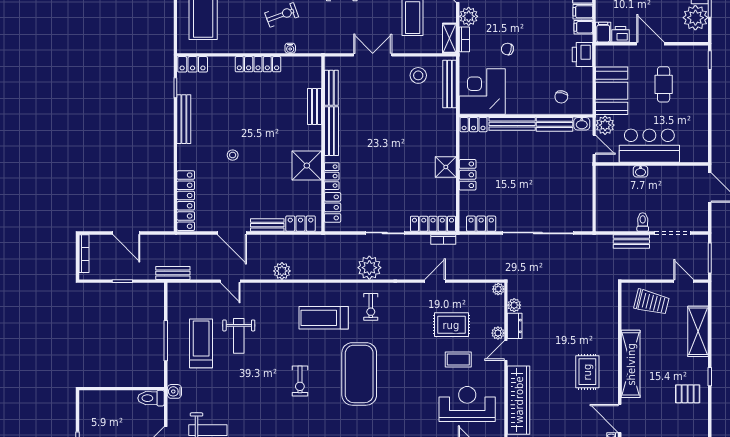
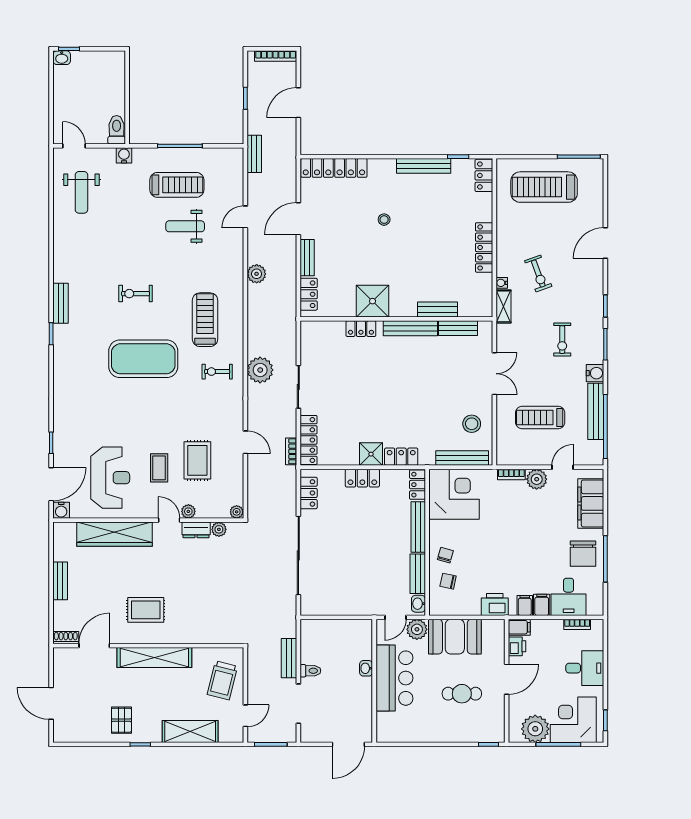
shelving: (449, 38) -> (503, 306), moved, turned 90
chair: (507, 49) -> (445, 555), moved
locker: (333, 207) -> (401, 457), moved, turned 180

